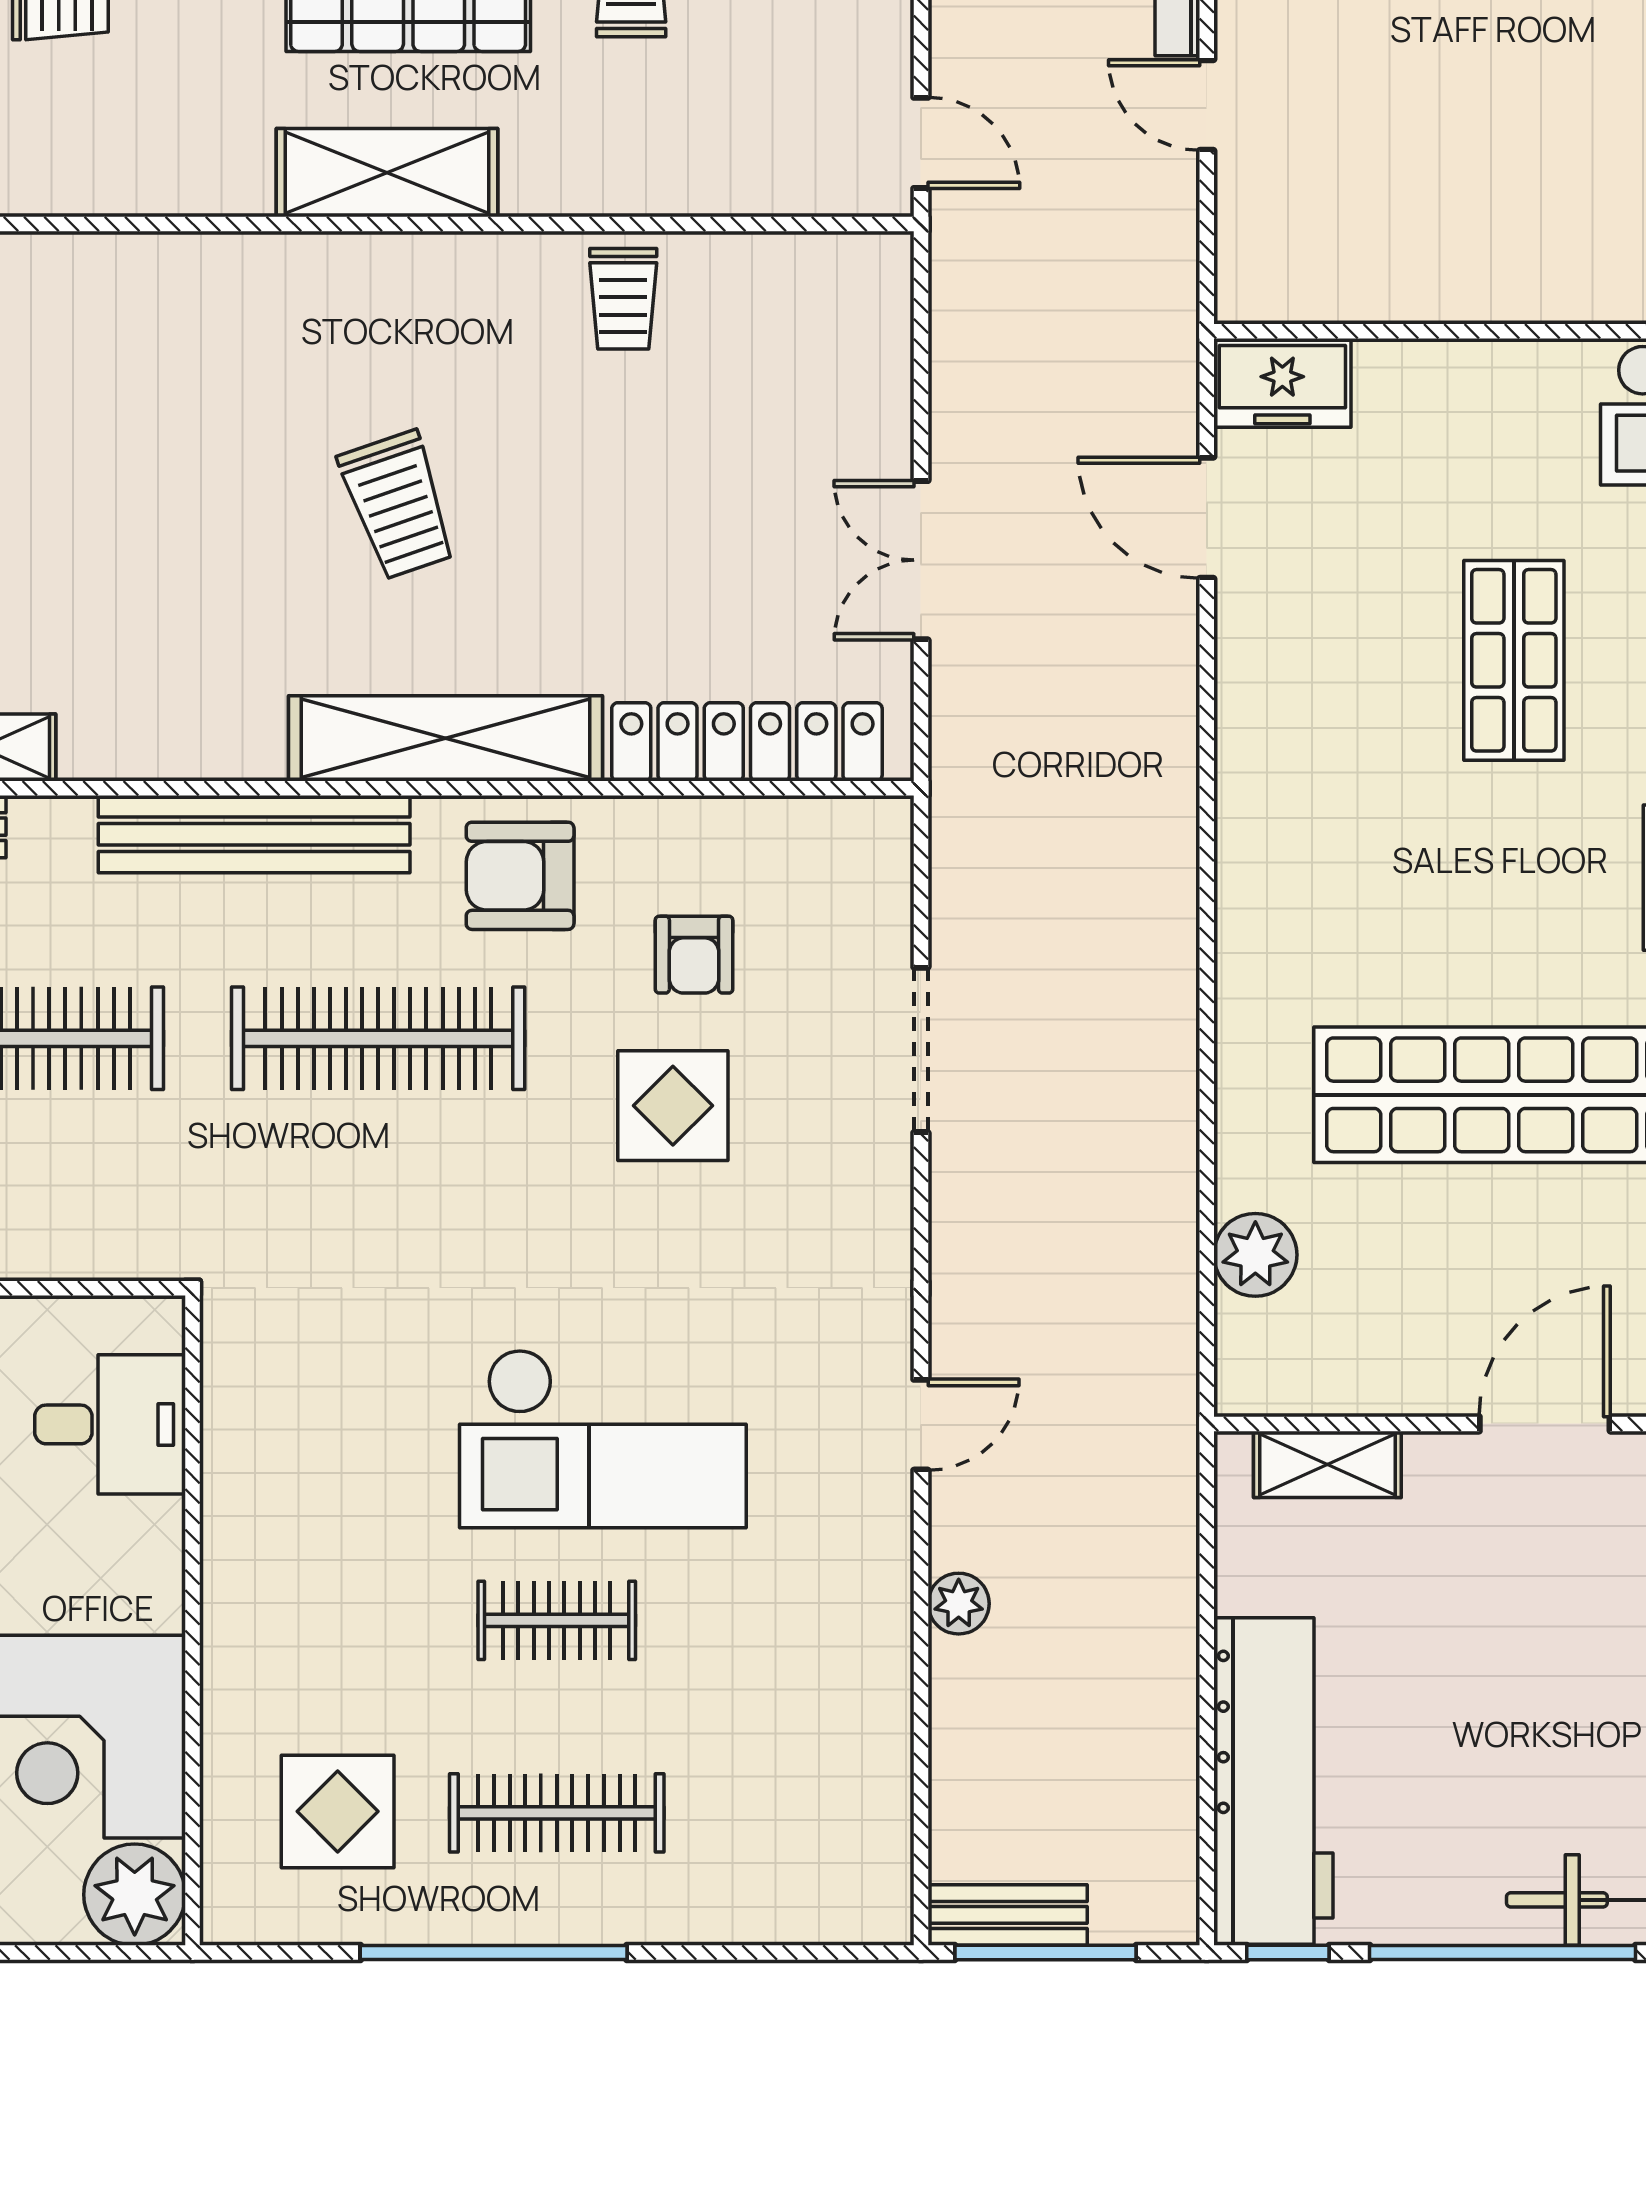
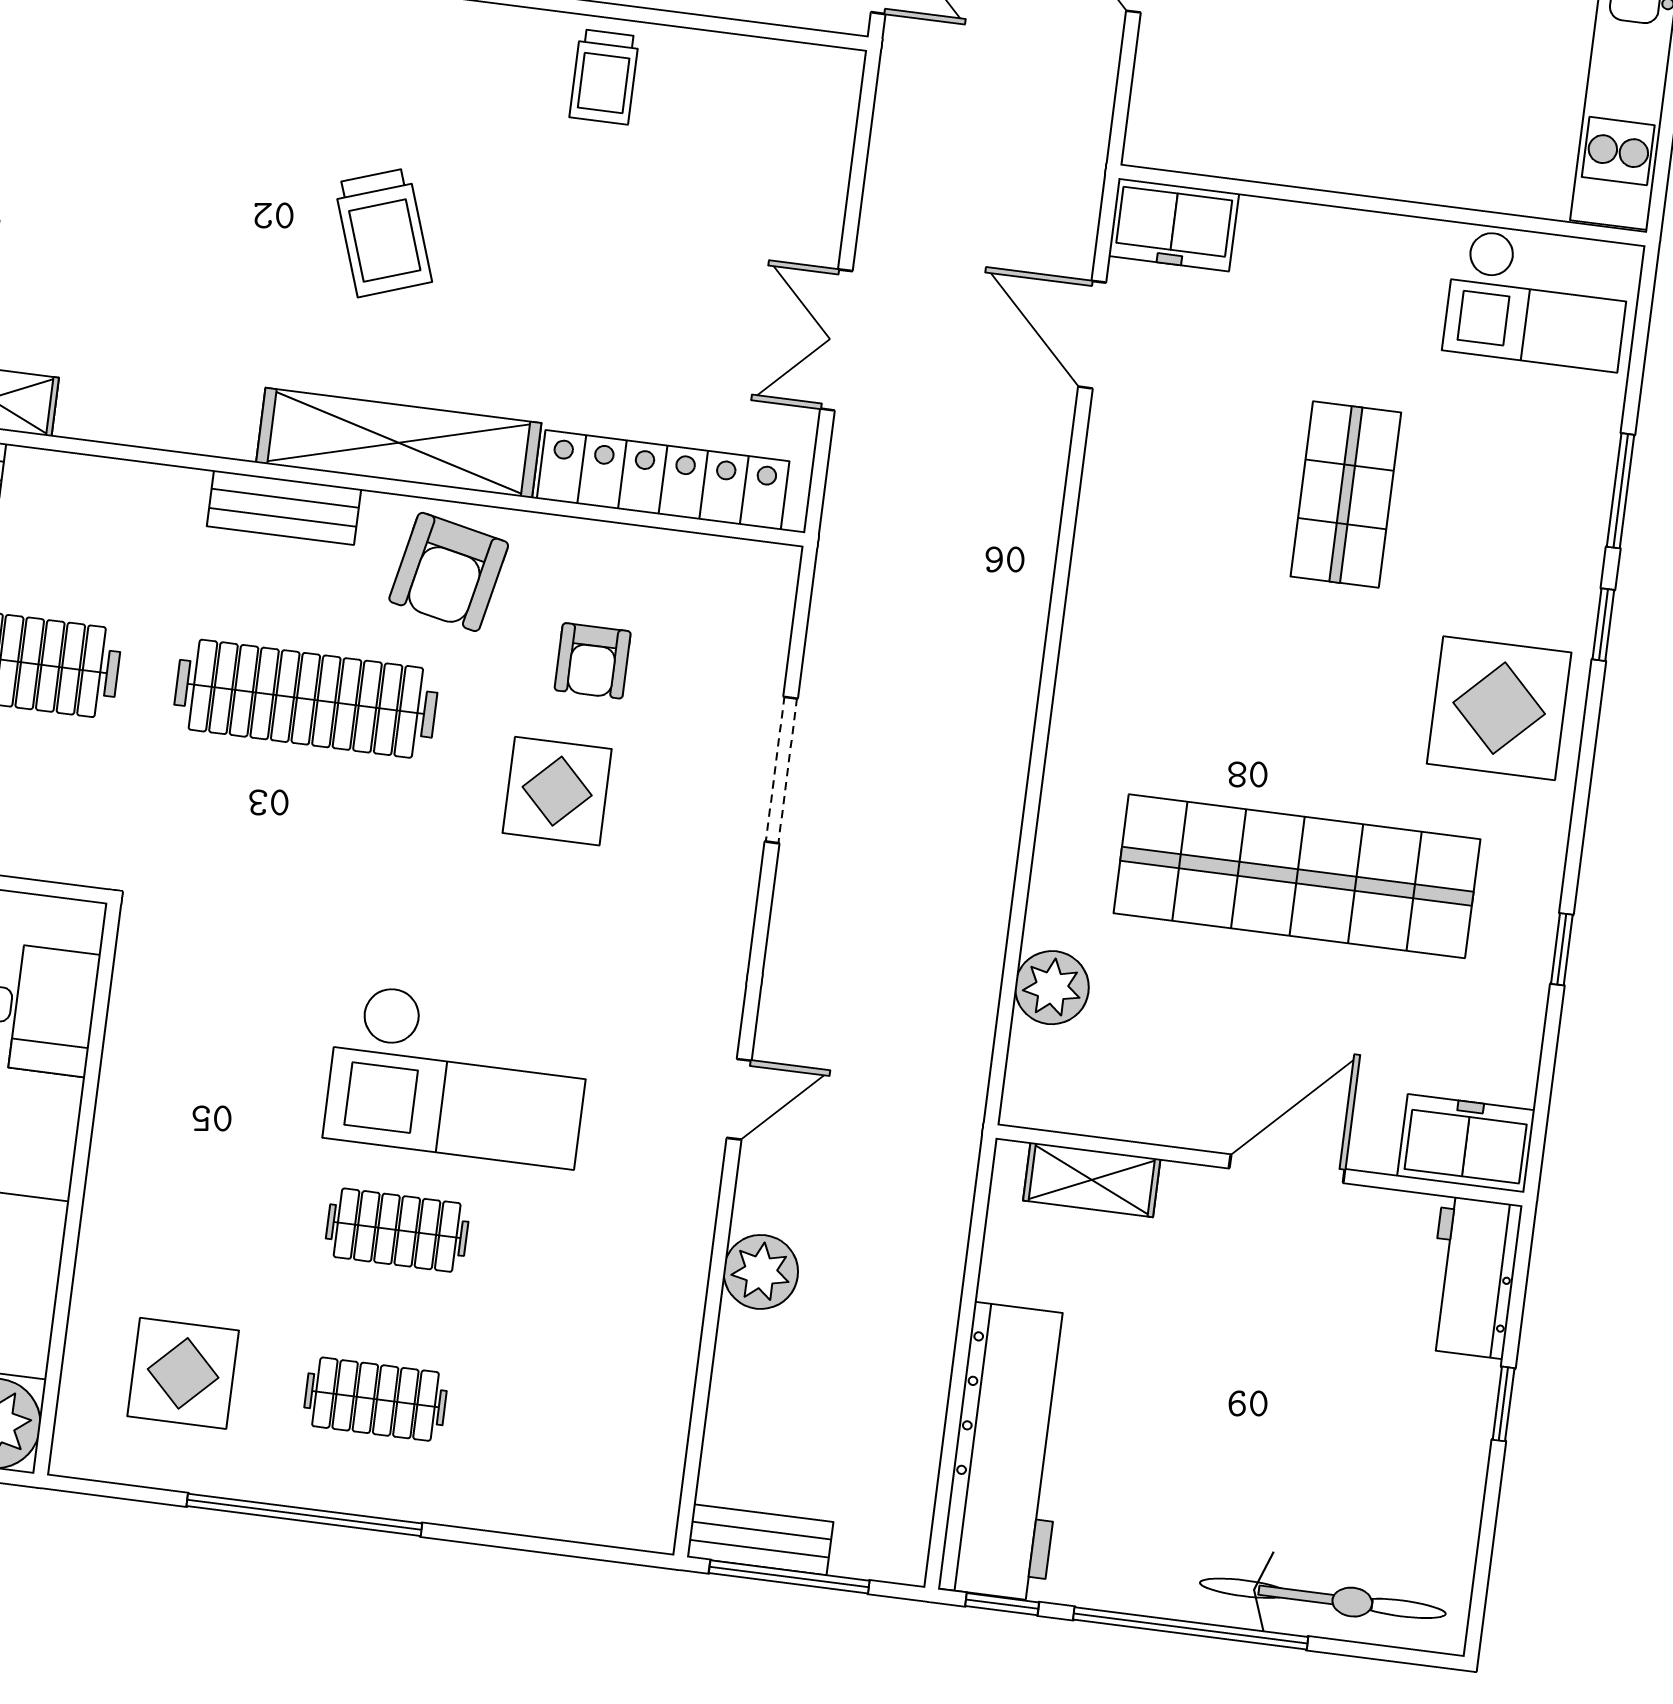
bench: (254, 834) -> (284, 508), width x0.54, depth x0.82
armchair: (520, 876) -> (449, 572), turned -78
plant: (959, 1604) -> (761, 1272), width x1.38, depth x1.38
clothes rail: (557, 1813) -> (375, 1399), width x0.73

